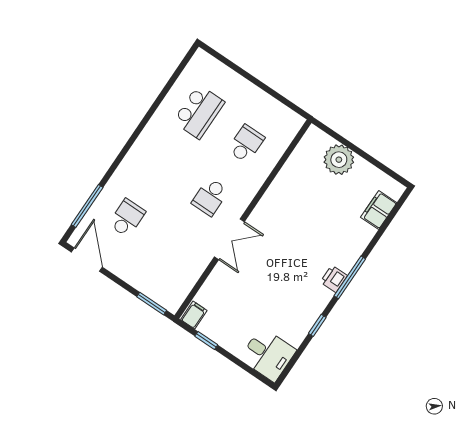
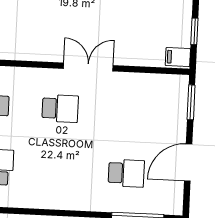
school desk: (127, 218) -> (126, 173), turned 180
door: (87, 260) -> (188, 162), moved

